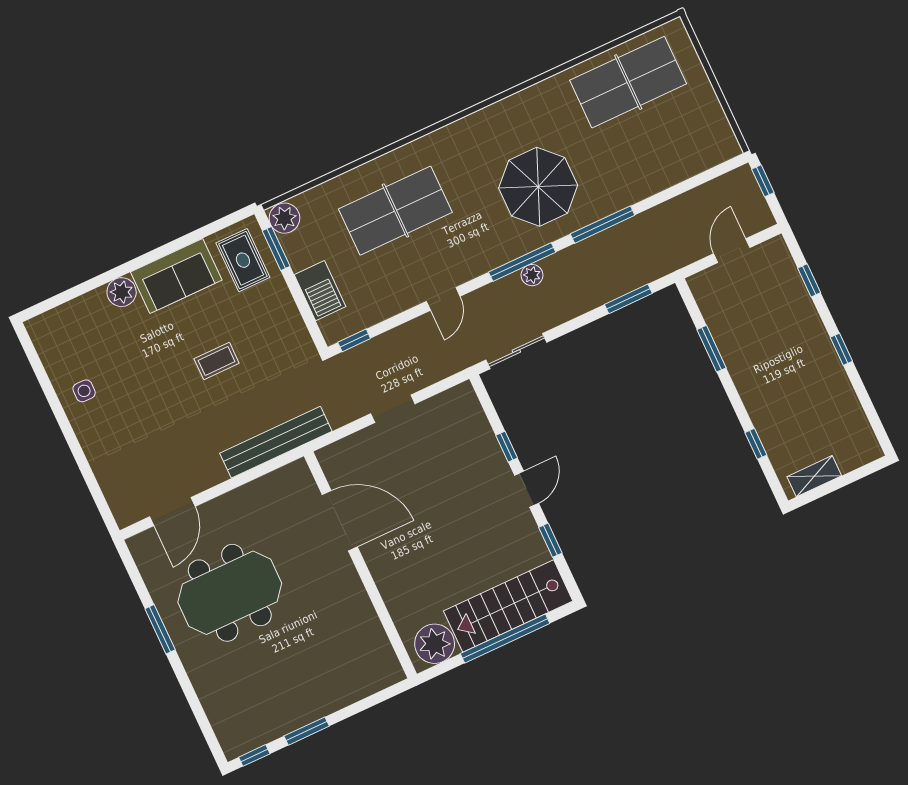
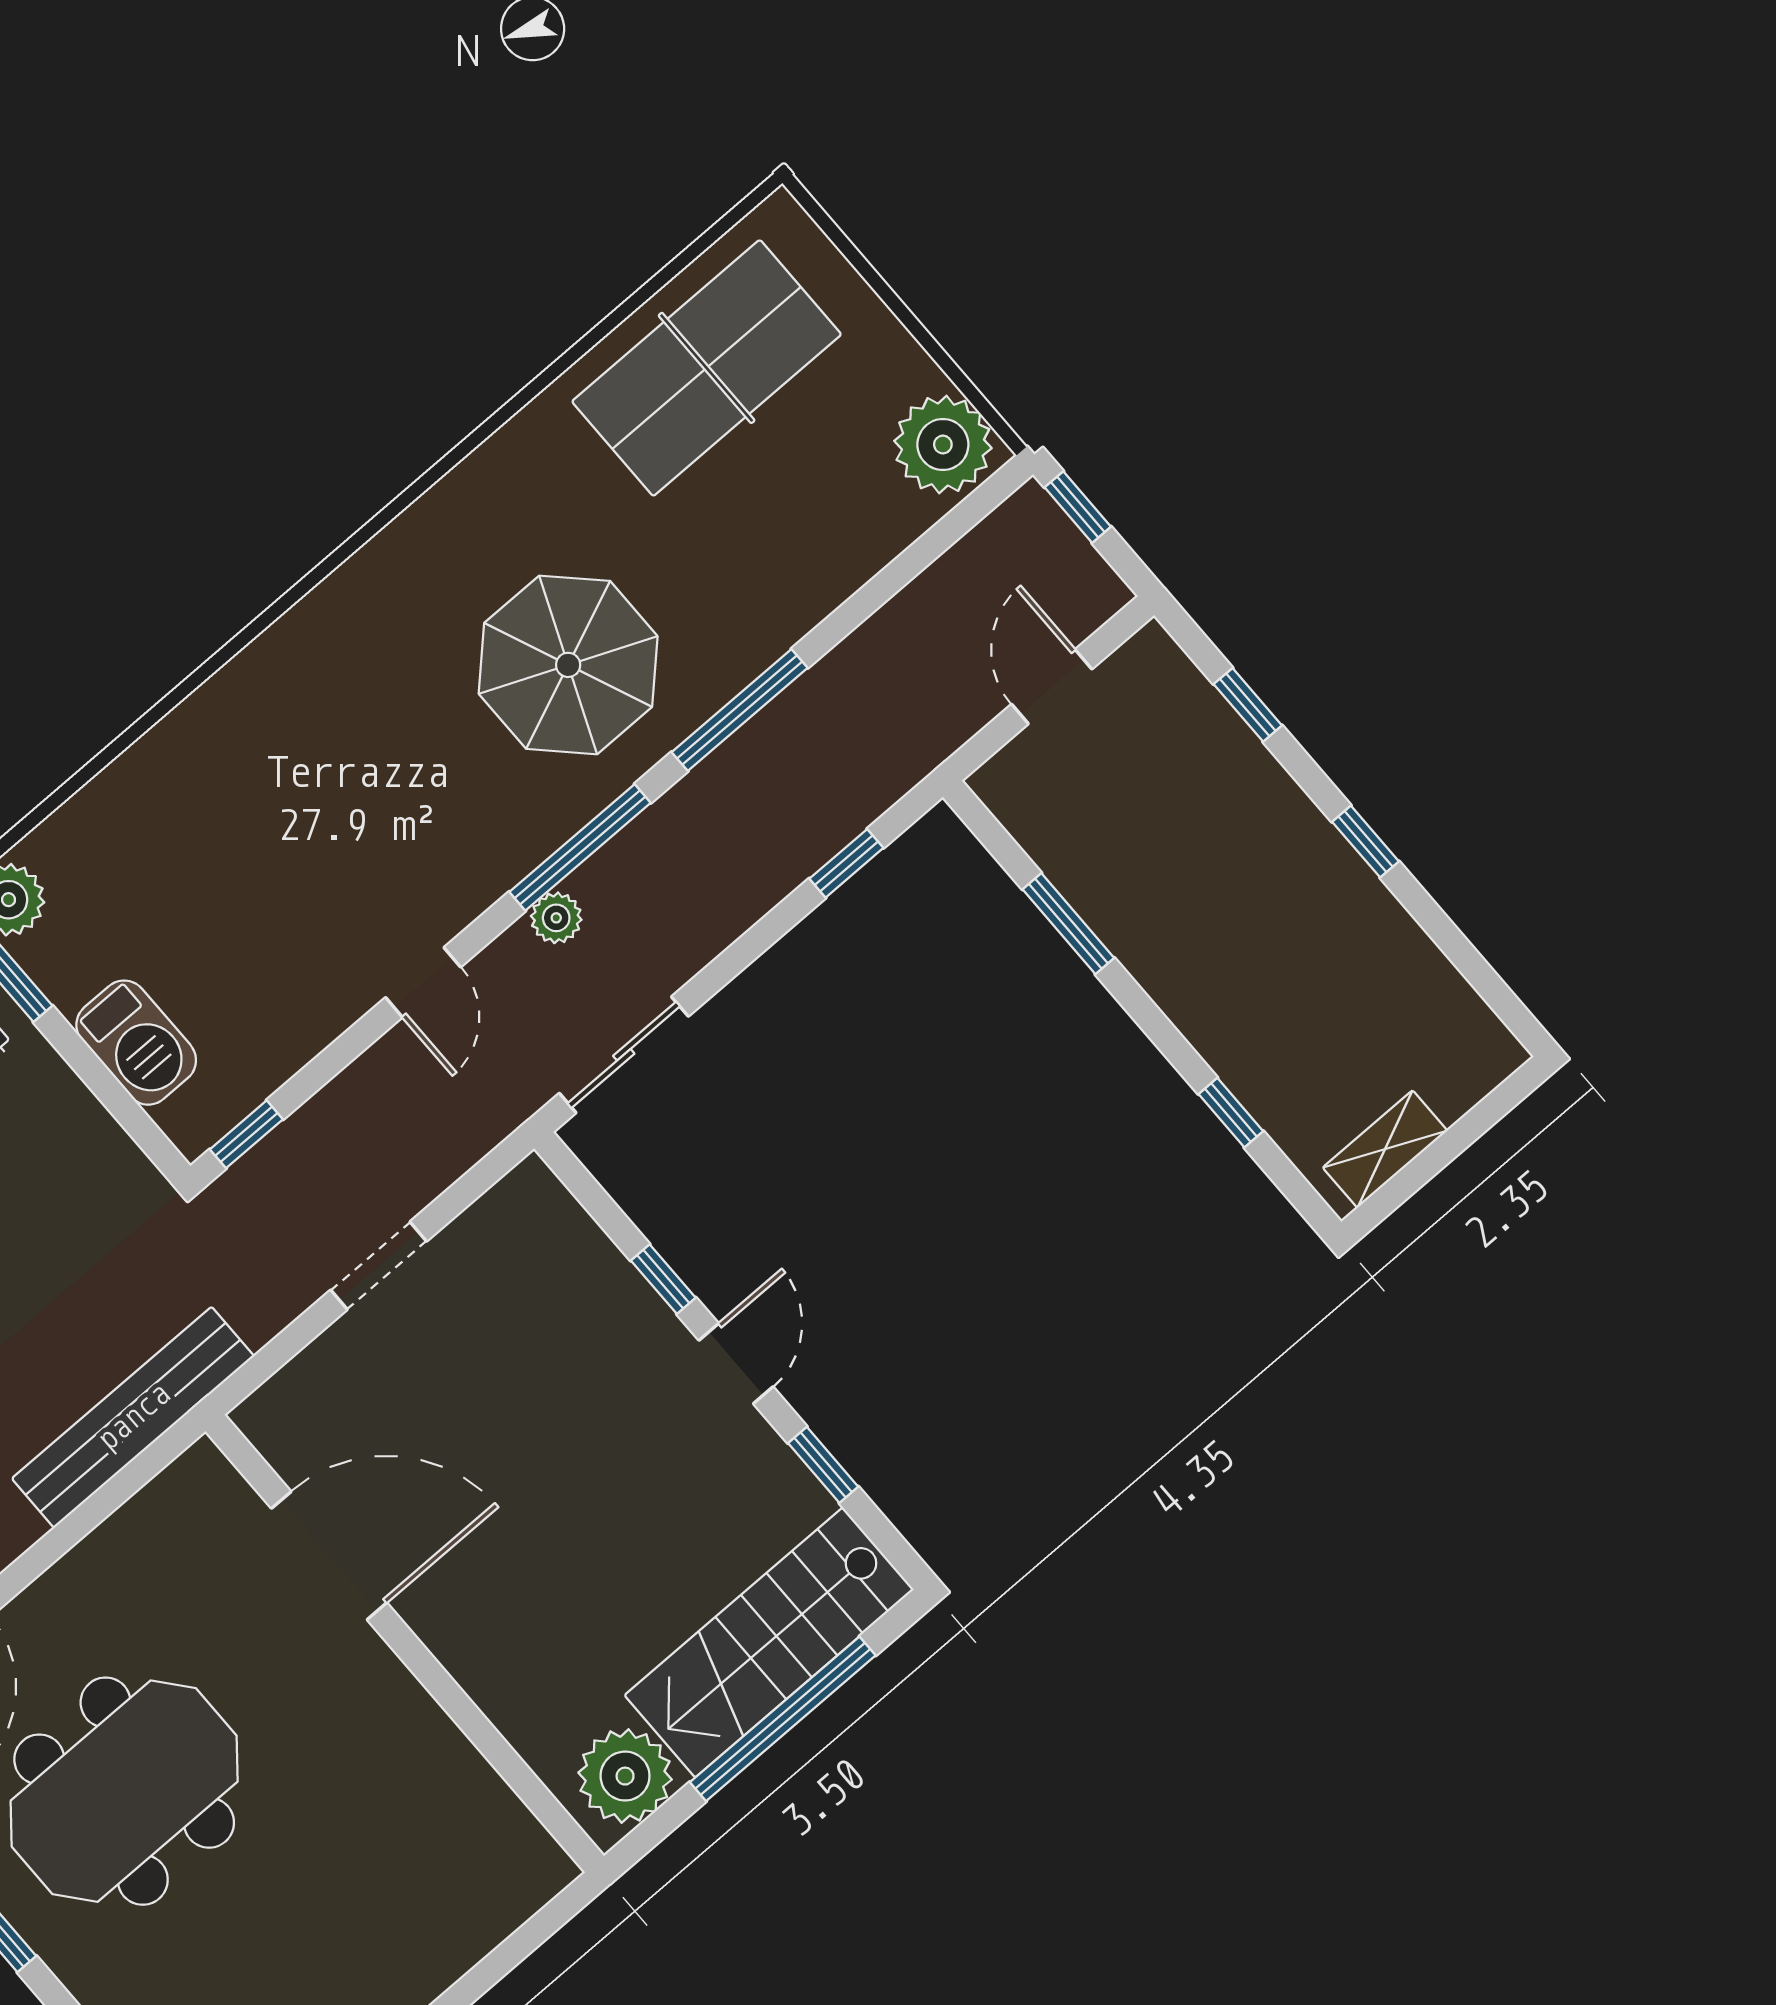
plant: (715, 140) -> (943, 445), added
table tennis table: (395, 211) -> (257, 811), removed
plant: (532, 275) -> (556, 918), moved
window: (628, 299) -> (846, 863), width x0.67

